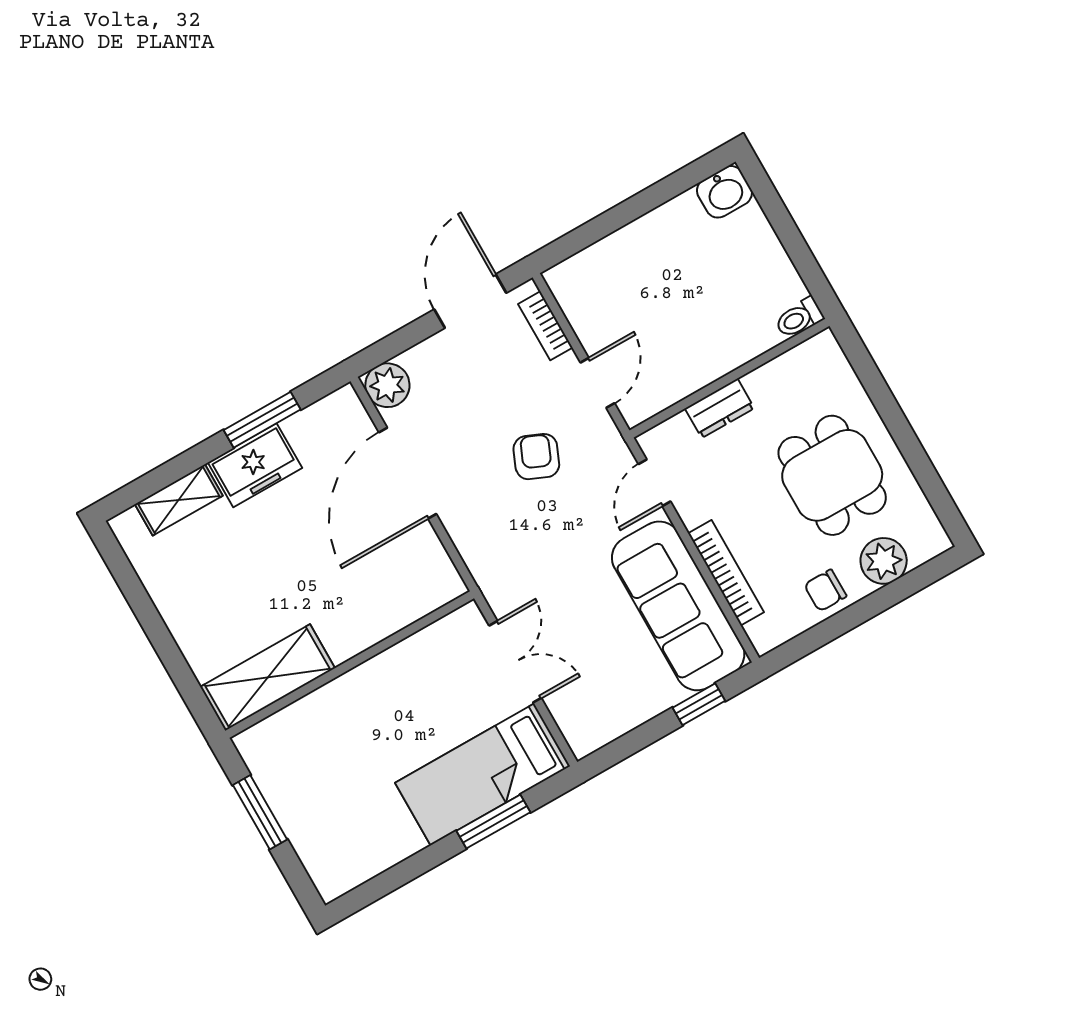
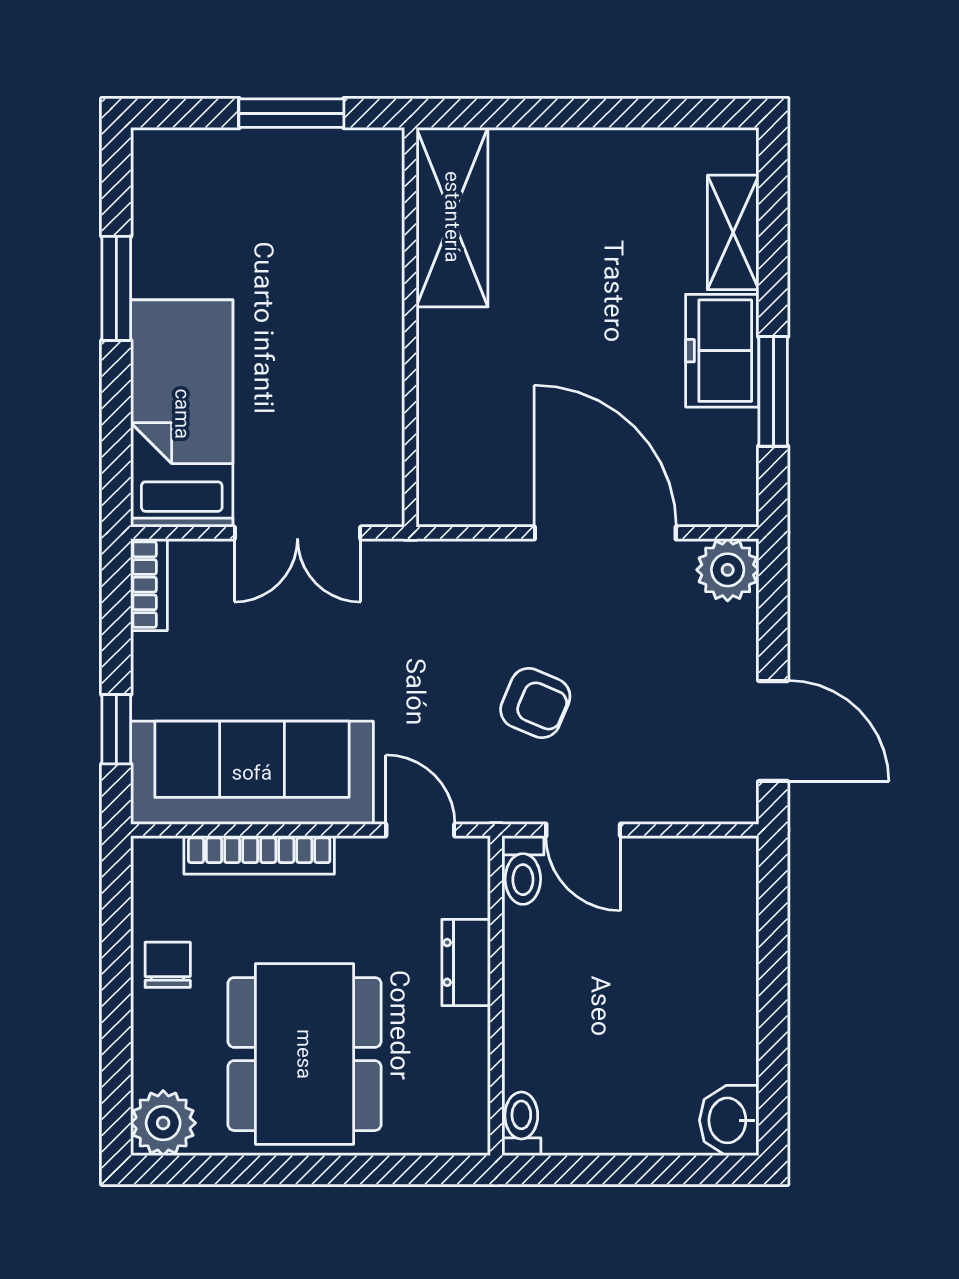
bookcase: (545, 326) -> (149, 585), moved, turned 90
toilet: (643, 406) -> (523, 870), added
dining table: (832, 475) -> (304, 1054), width x1.38
plant: (884, 561) -> (163, 1123), moved
window: (493, 822) -> (116, 288), moved

